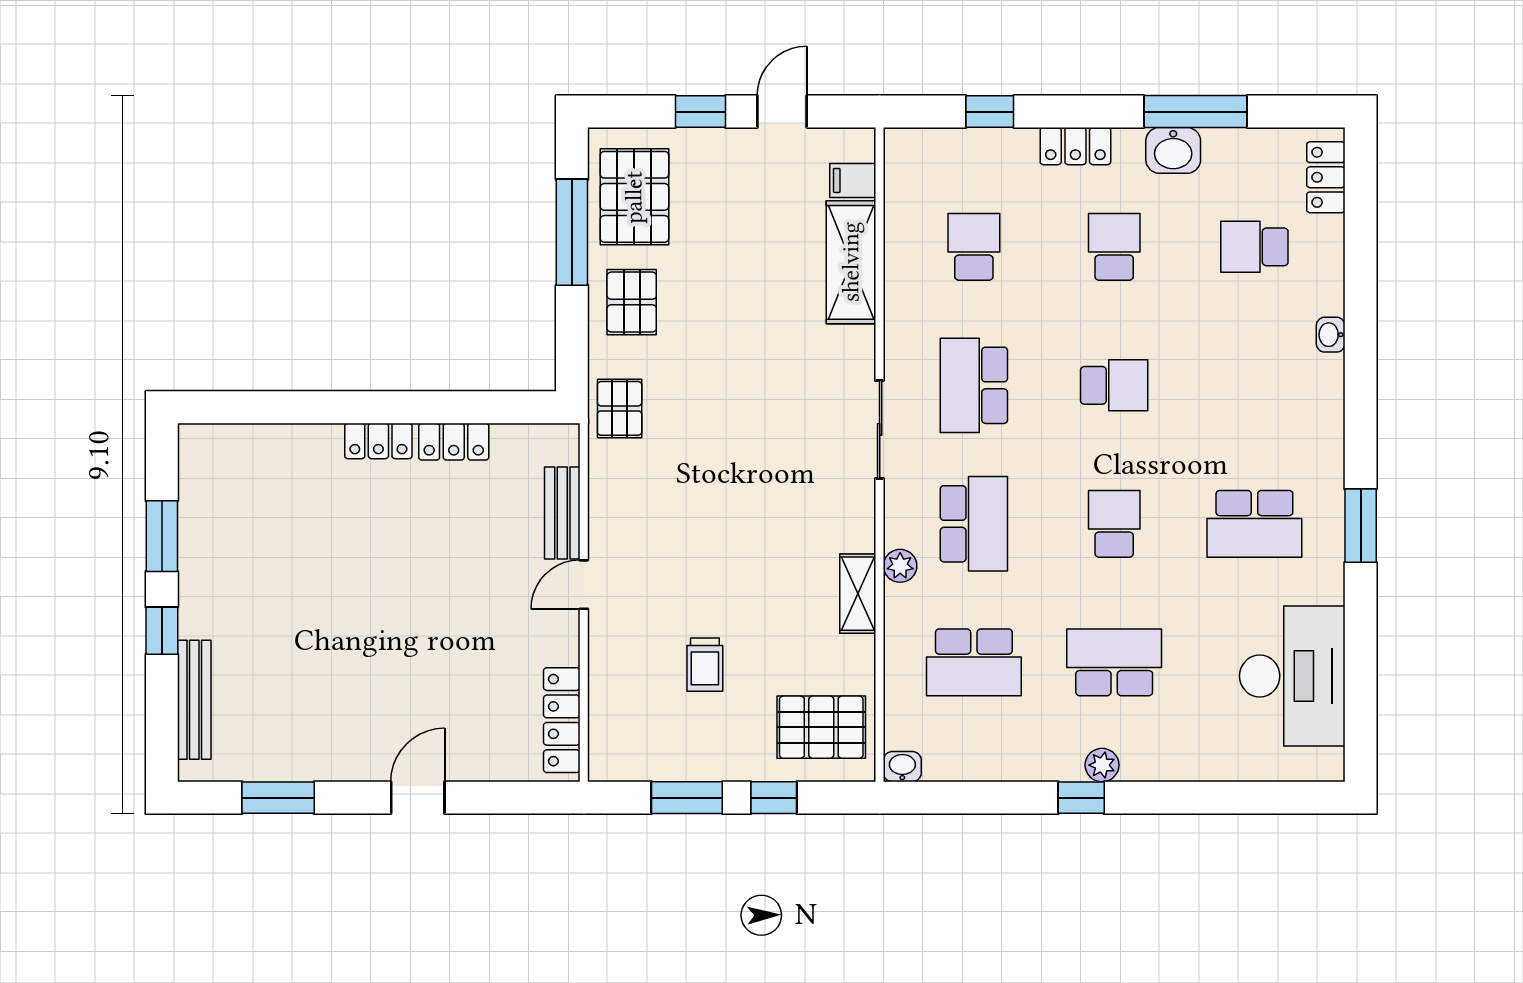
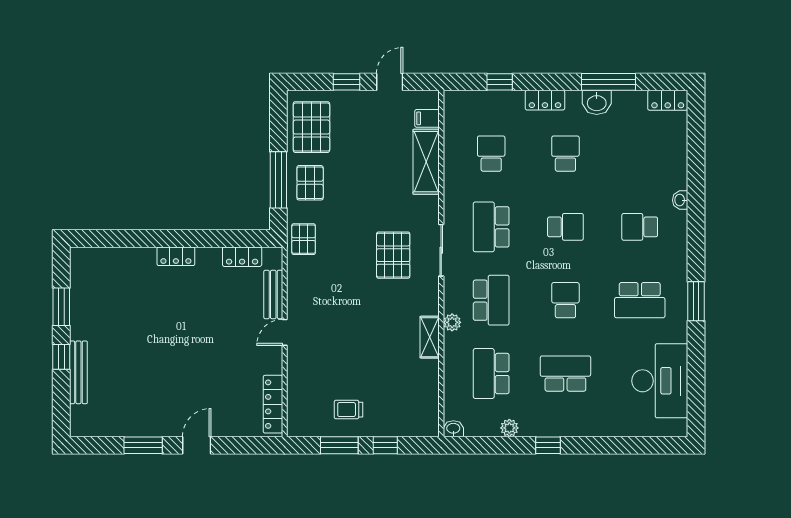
locker: (1326, 177) -> (668, 100), moved, turned -90
window: (572, 232) -> (278, 180), moved
school desk: (1254, 247) -> (640, 227), moved
locker: (454, 442) -> (242, 257), moved
school desk: (974, 662) -> (491, 374), turned 90
trolley: (705, 665) -> (349, 410), moved, turned 90
bench: (194, 700) -> (78, 372), moved
pallet: (821, 727) -> (393, 255), moved, turned 90
plant: (1102, 765) -> (509, 428), moved
window: (278, 798) -> (143, 445), moved

